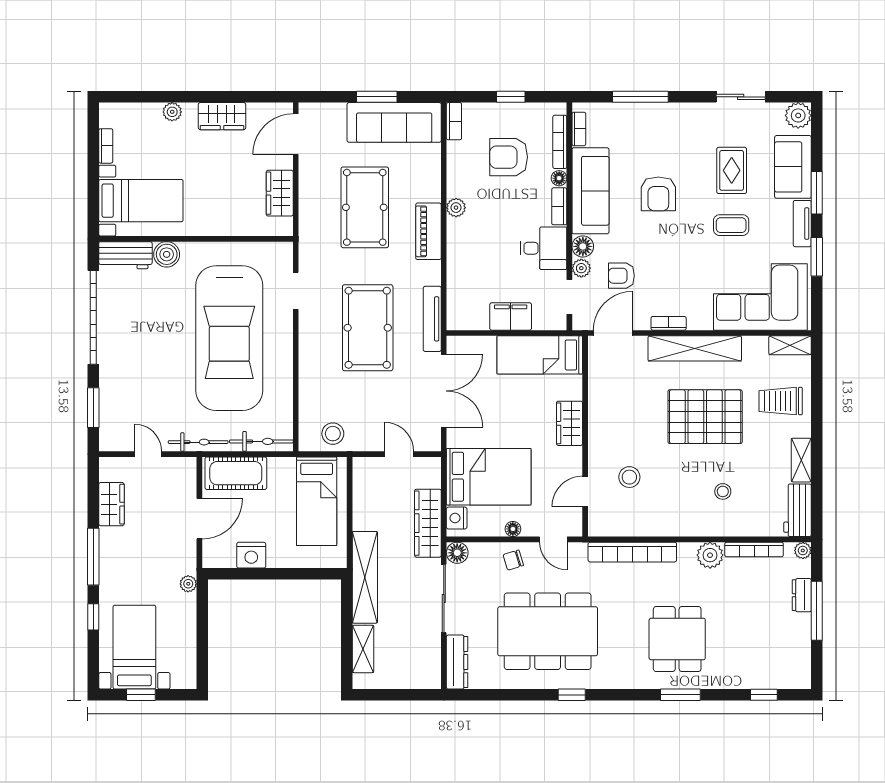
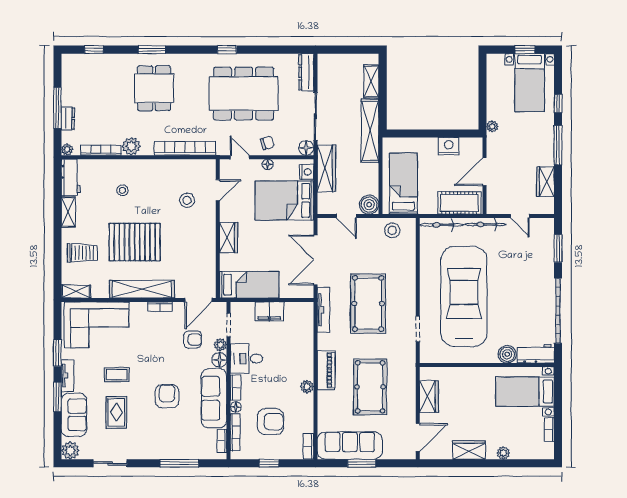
boiler: (366, 471) -> (369, 205), added

